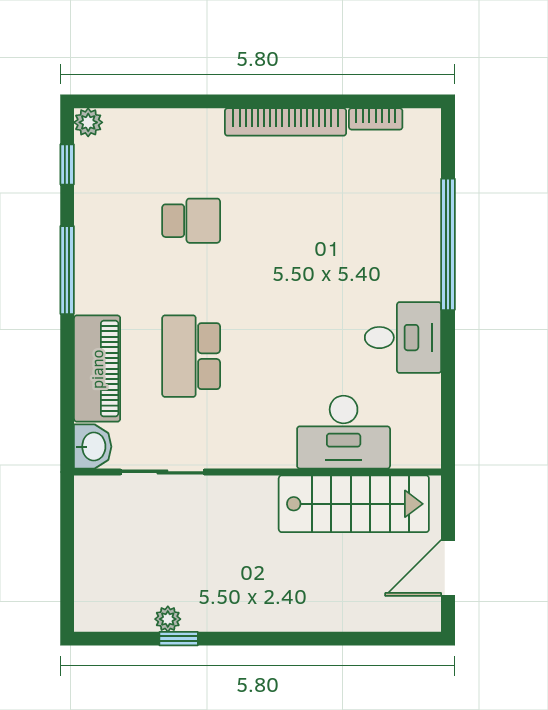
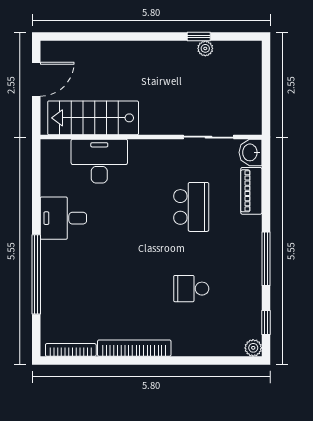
bookcase: (376, 119) -> (71, 350), width x1.56
piano: (97, 369) -> (251, 191), width x0.73, depth x0.75

